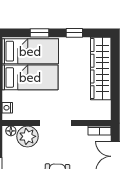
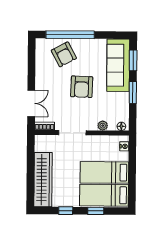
doorway: (56, 123) -> (72, 133), moved
plant: (28, 136) -> (103, 126), width x0.53, depth x0.53

